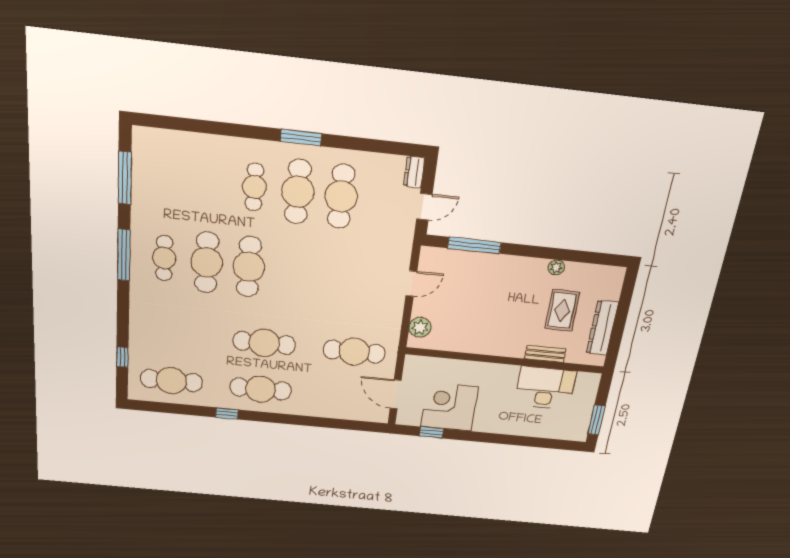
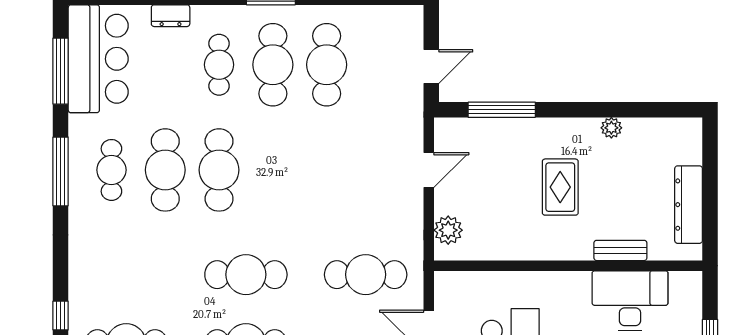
bar counter: (156, 172) -> (98, 59), added
dresser: (414, 172) -> (171, 16), moved, turned -90
rug: (562, 310) -> (560, 187), moved

